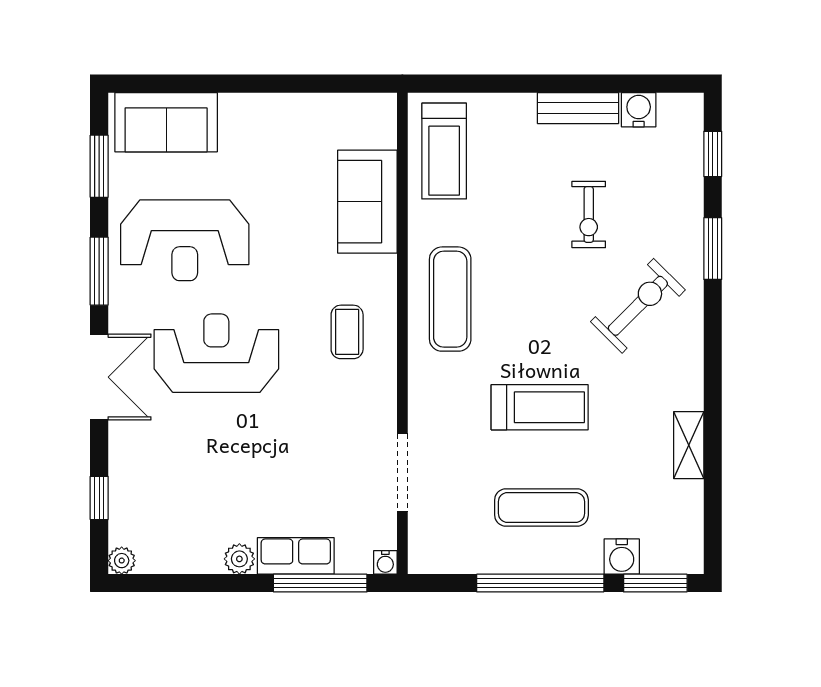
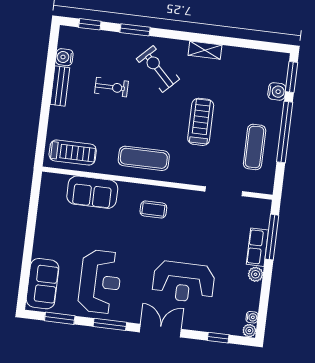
reception desk: (216, 353) -> (183, 282), moved, turned -90
shelving: (689, 445) -> (205, 50), moved
exercise mat: (541, 507) -> (255, 147), moved
water cooler: (385, 562) -> (252, 317), moved

